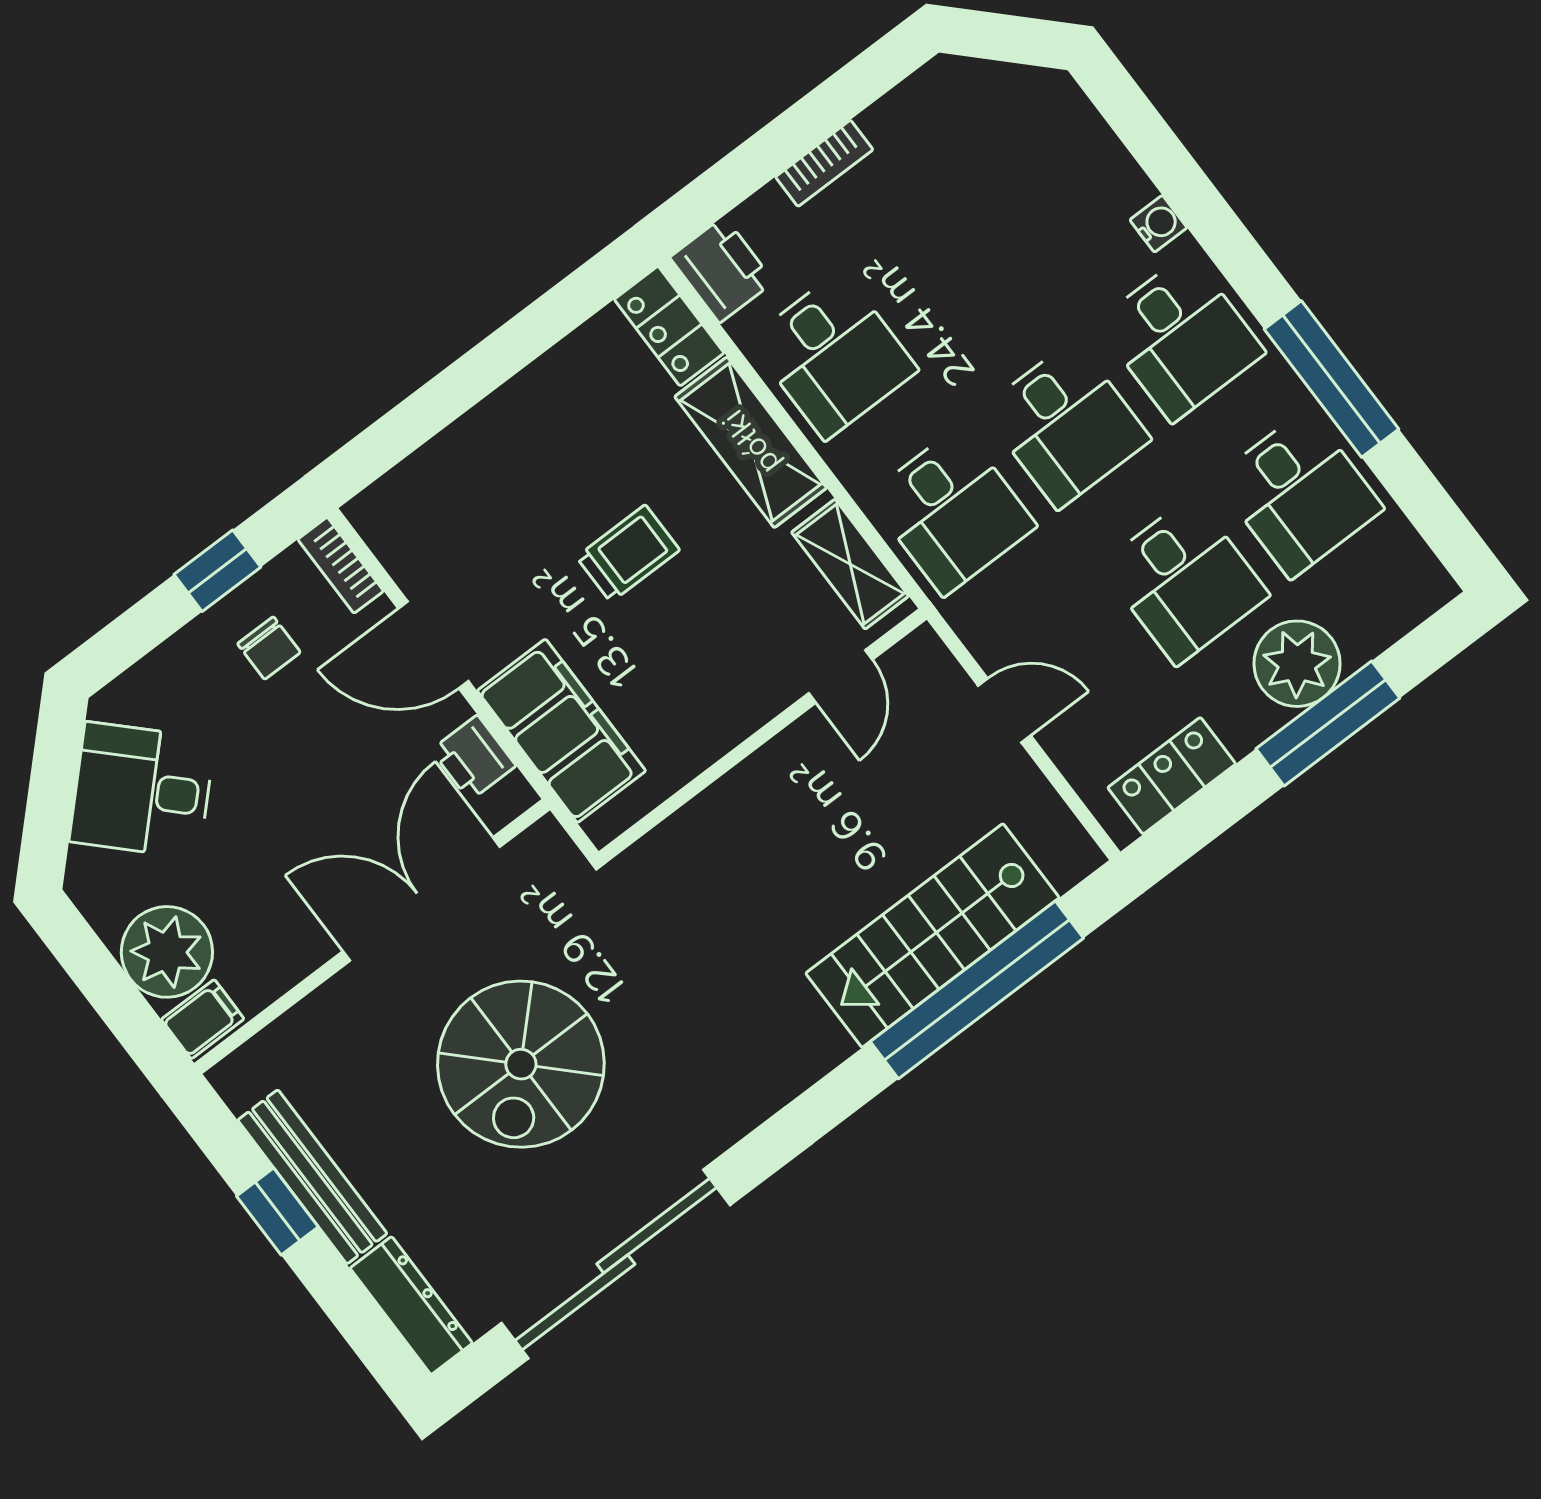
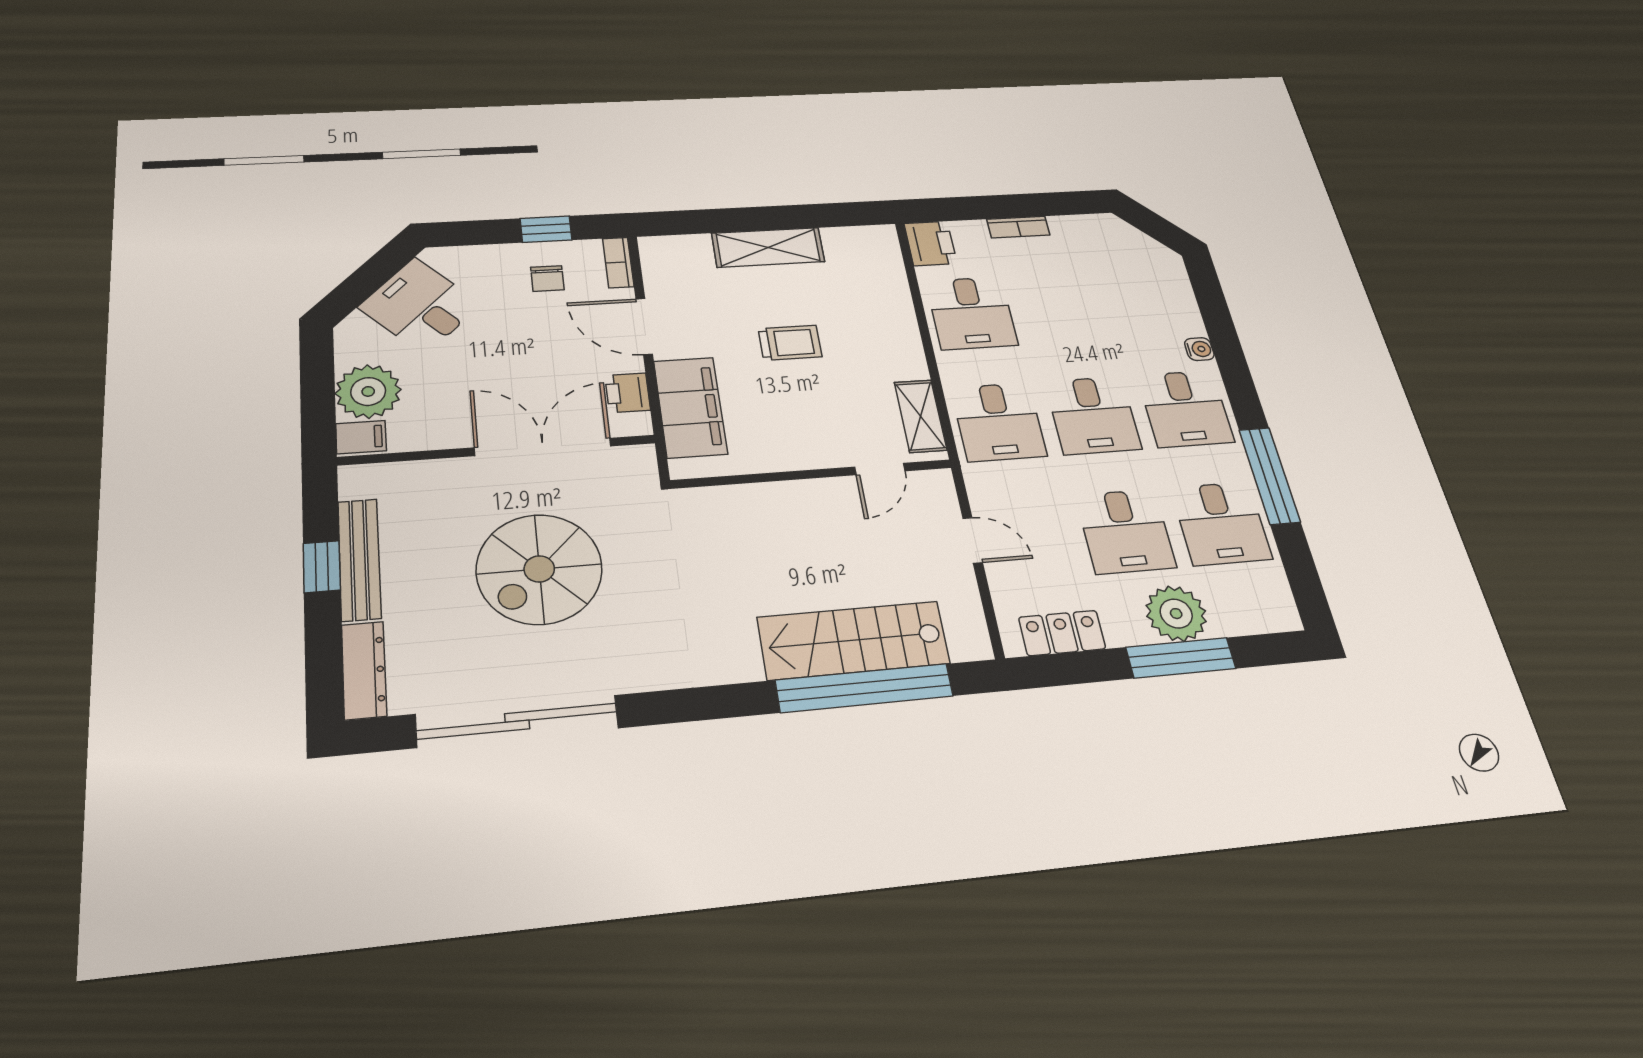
locker: (669, 326) -> (884, 253), removed
shelving: (751, 442) -> (768, 247), moved, turned 90

